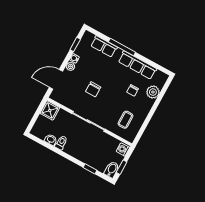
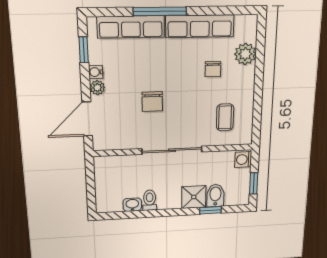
row of seats: (104, 46) -> (131, 27), width x1.48
shower: (50, 110) -> (194, 197), moved
bidet: (112, 170) -> (215, 196), moved

